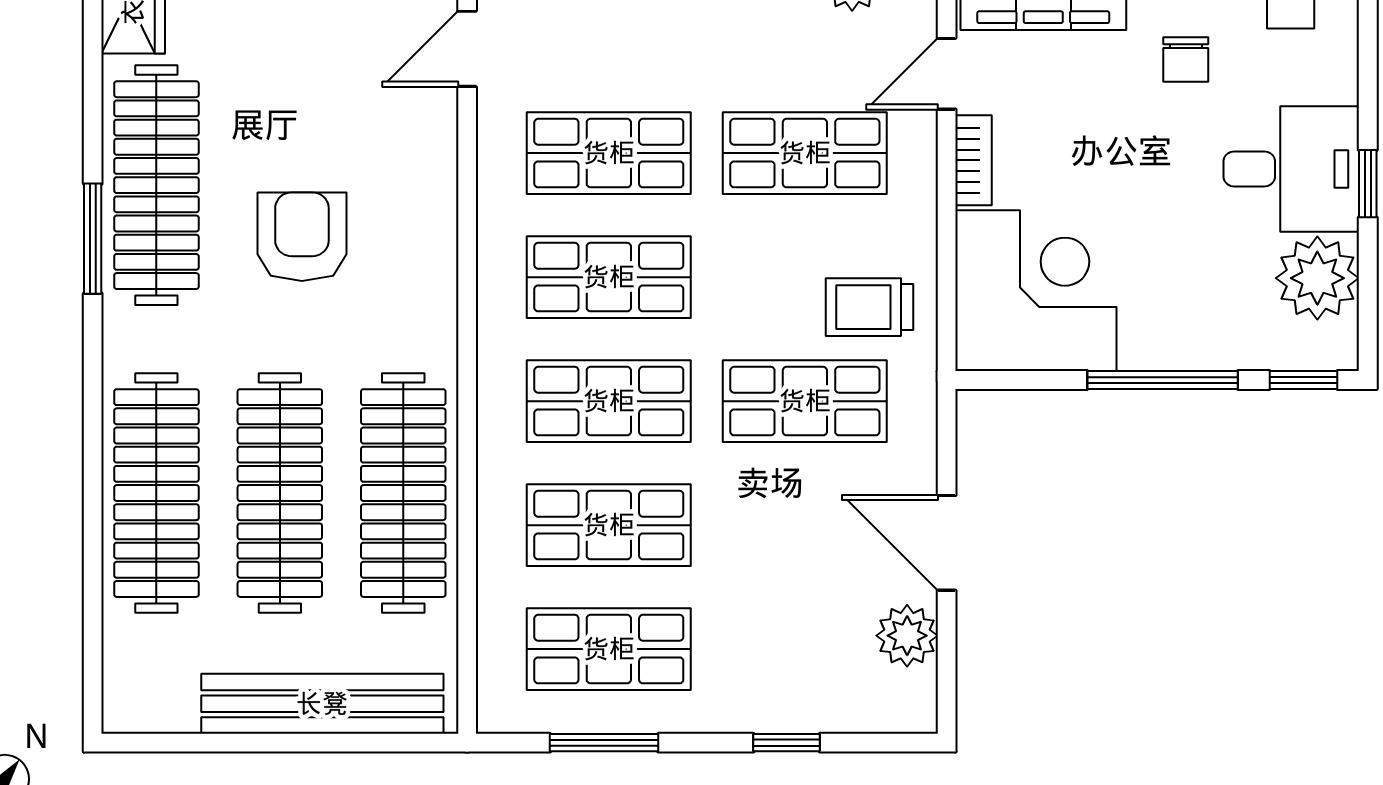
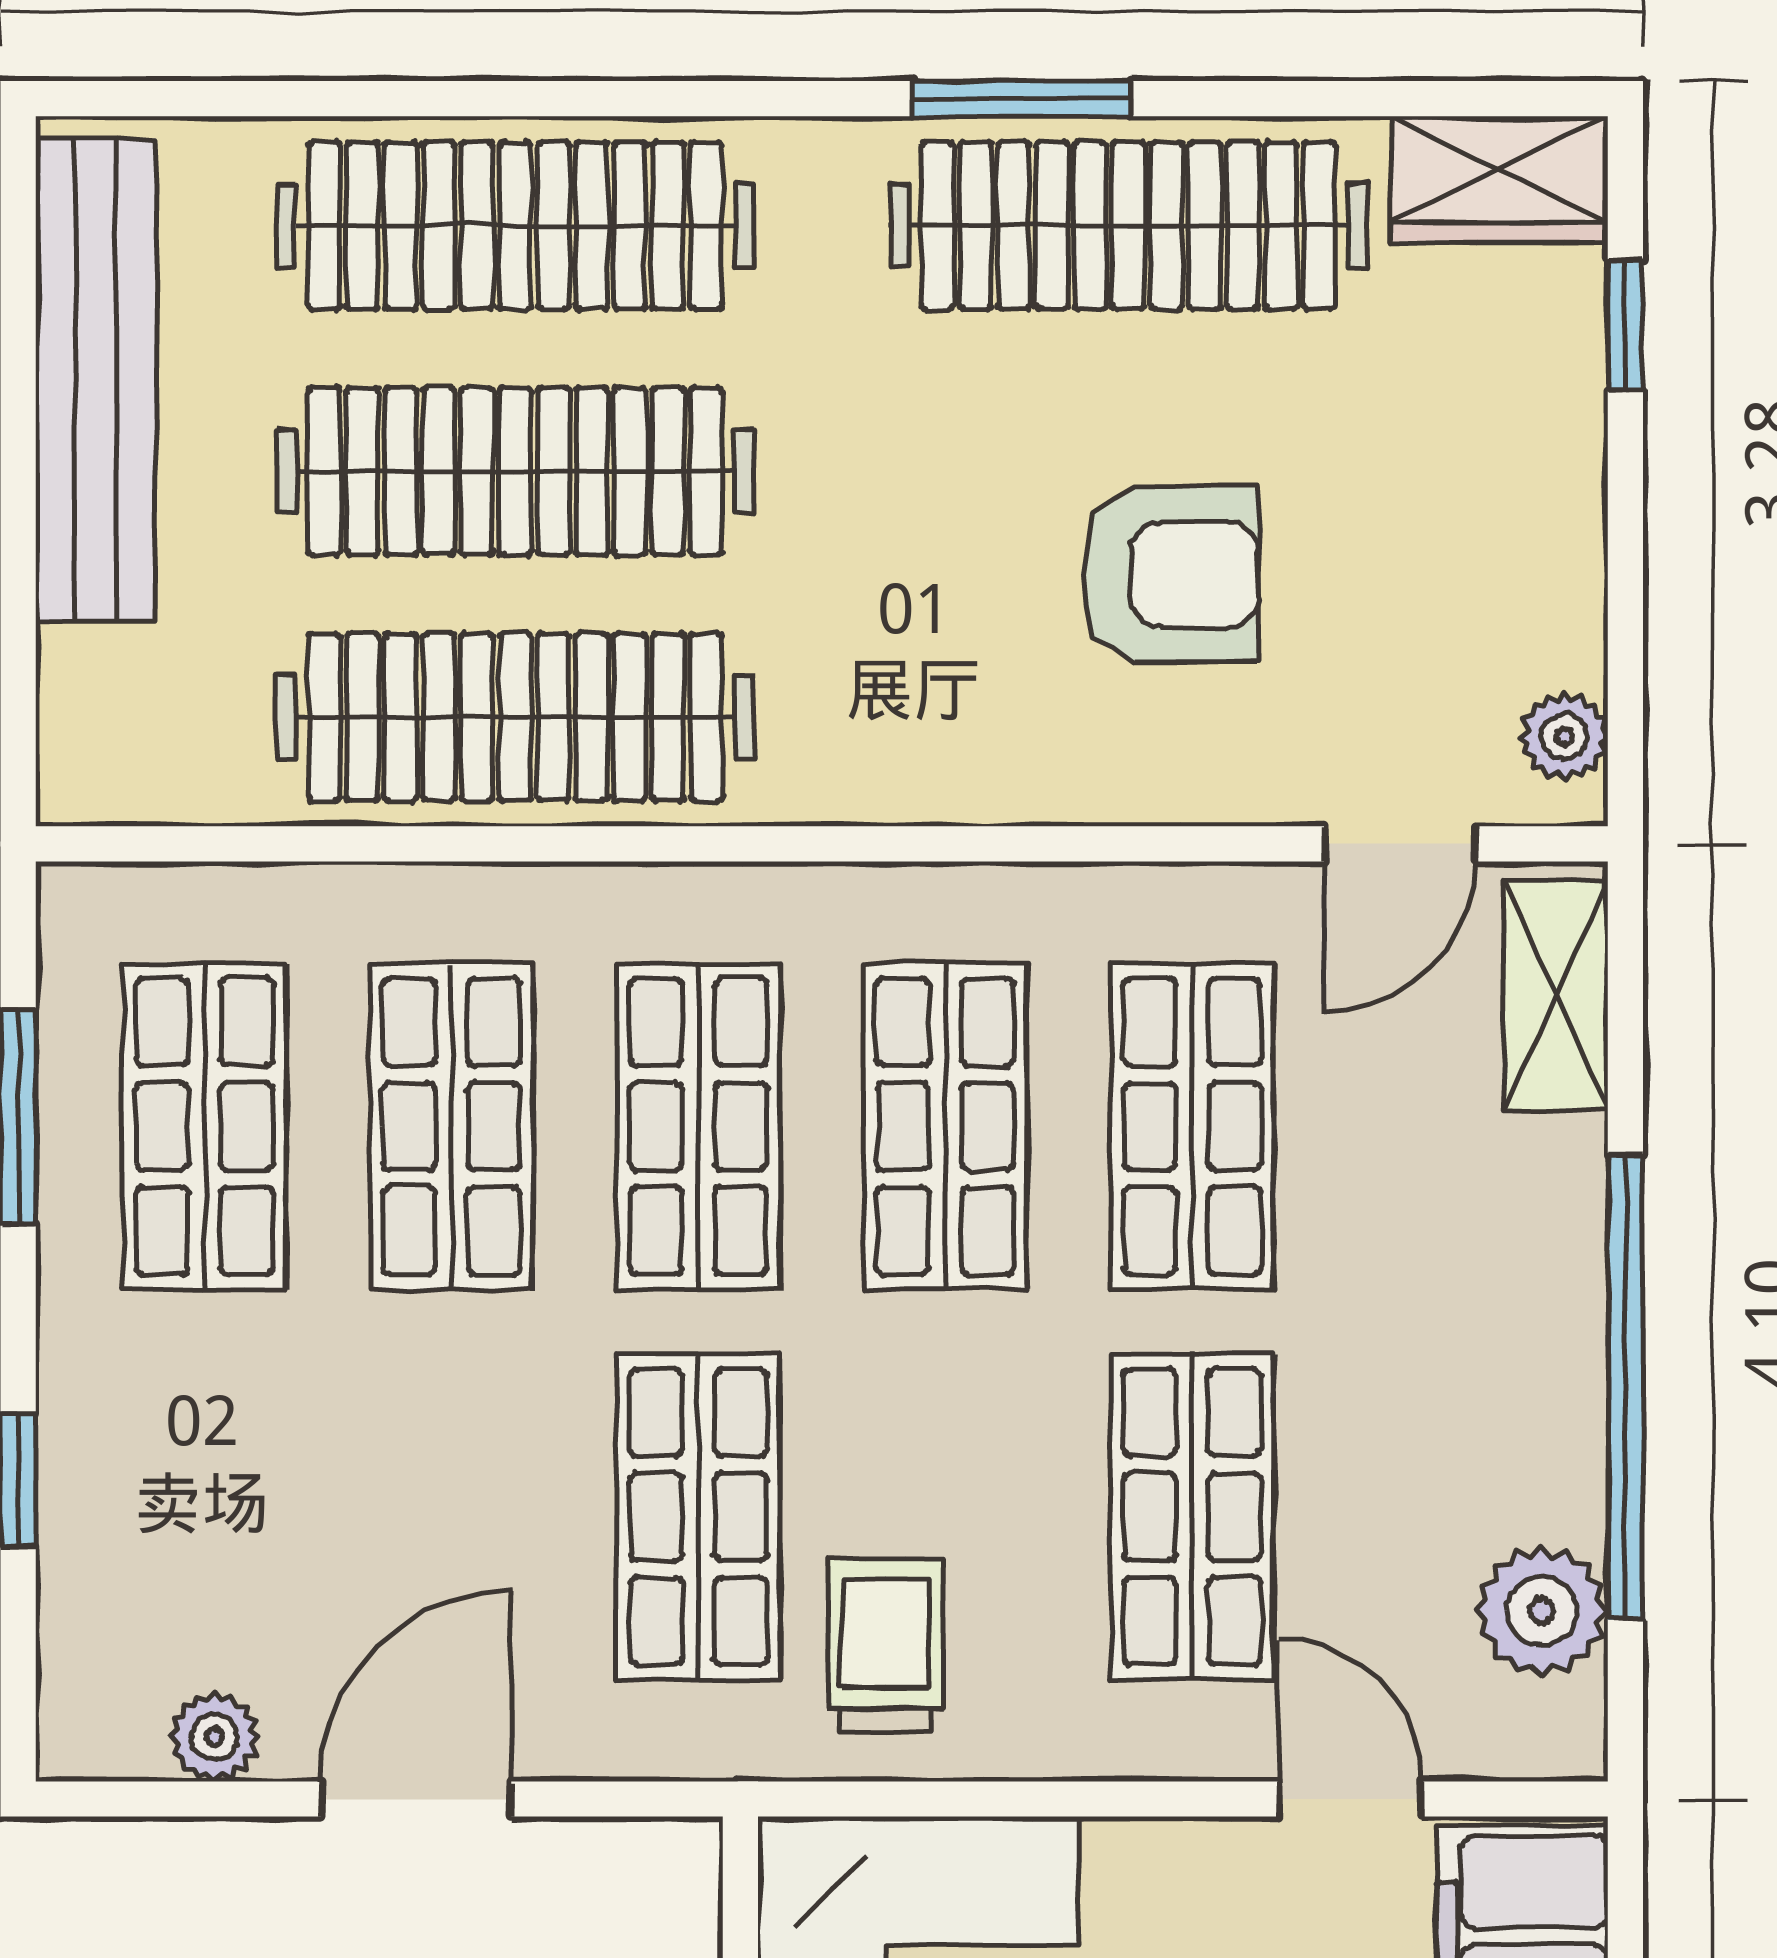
door: (467, 49) -> (1400, 844), swing flipped
bookcase: (973, 160) -> (1178, 1852), removed
armchair: (302, 237) -> (1170, 574), moved
plant: (907, 636) -> (214, 1737), width x0.73, depth x0.73
bench: (322, 704) -> (96, 380), moved

